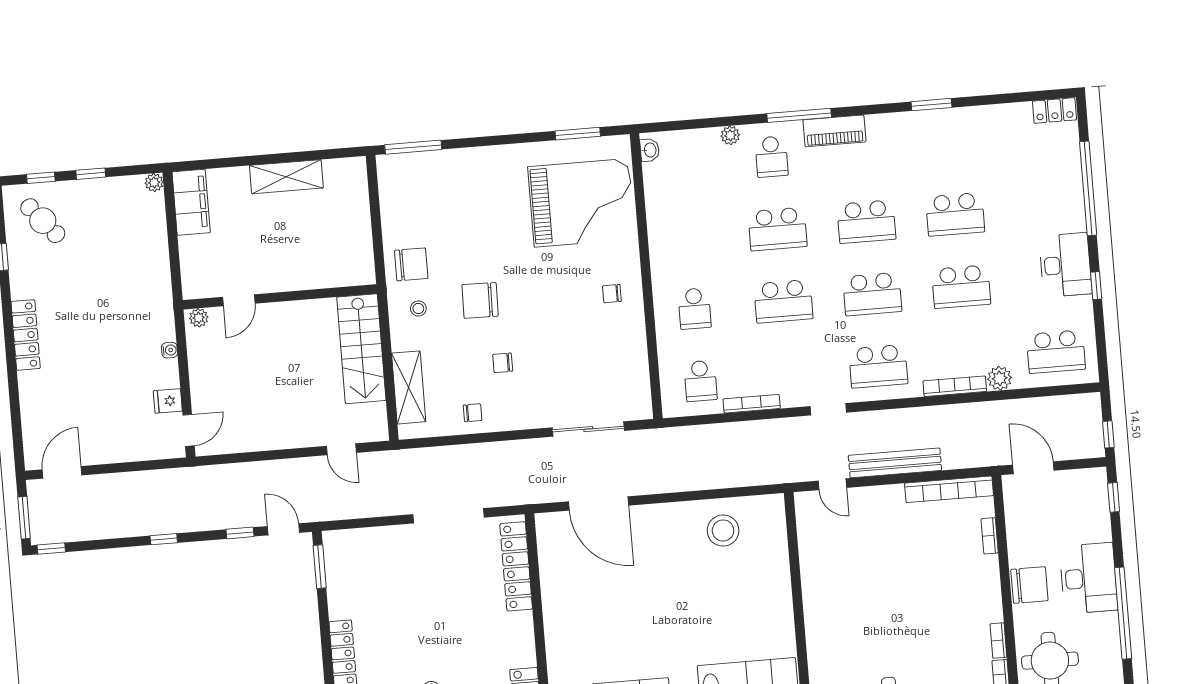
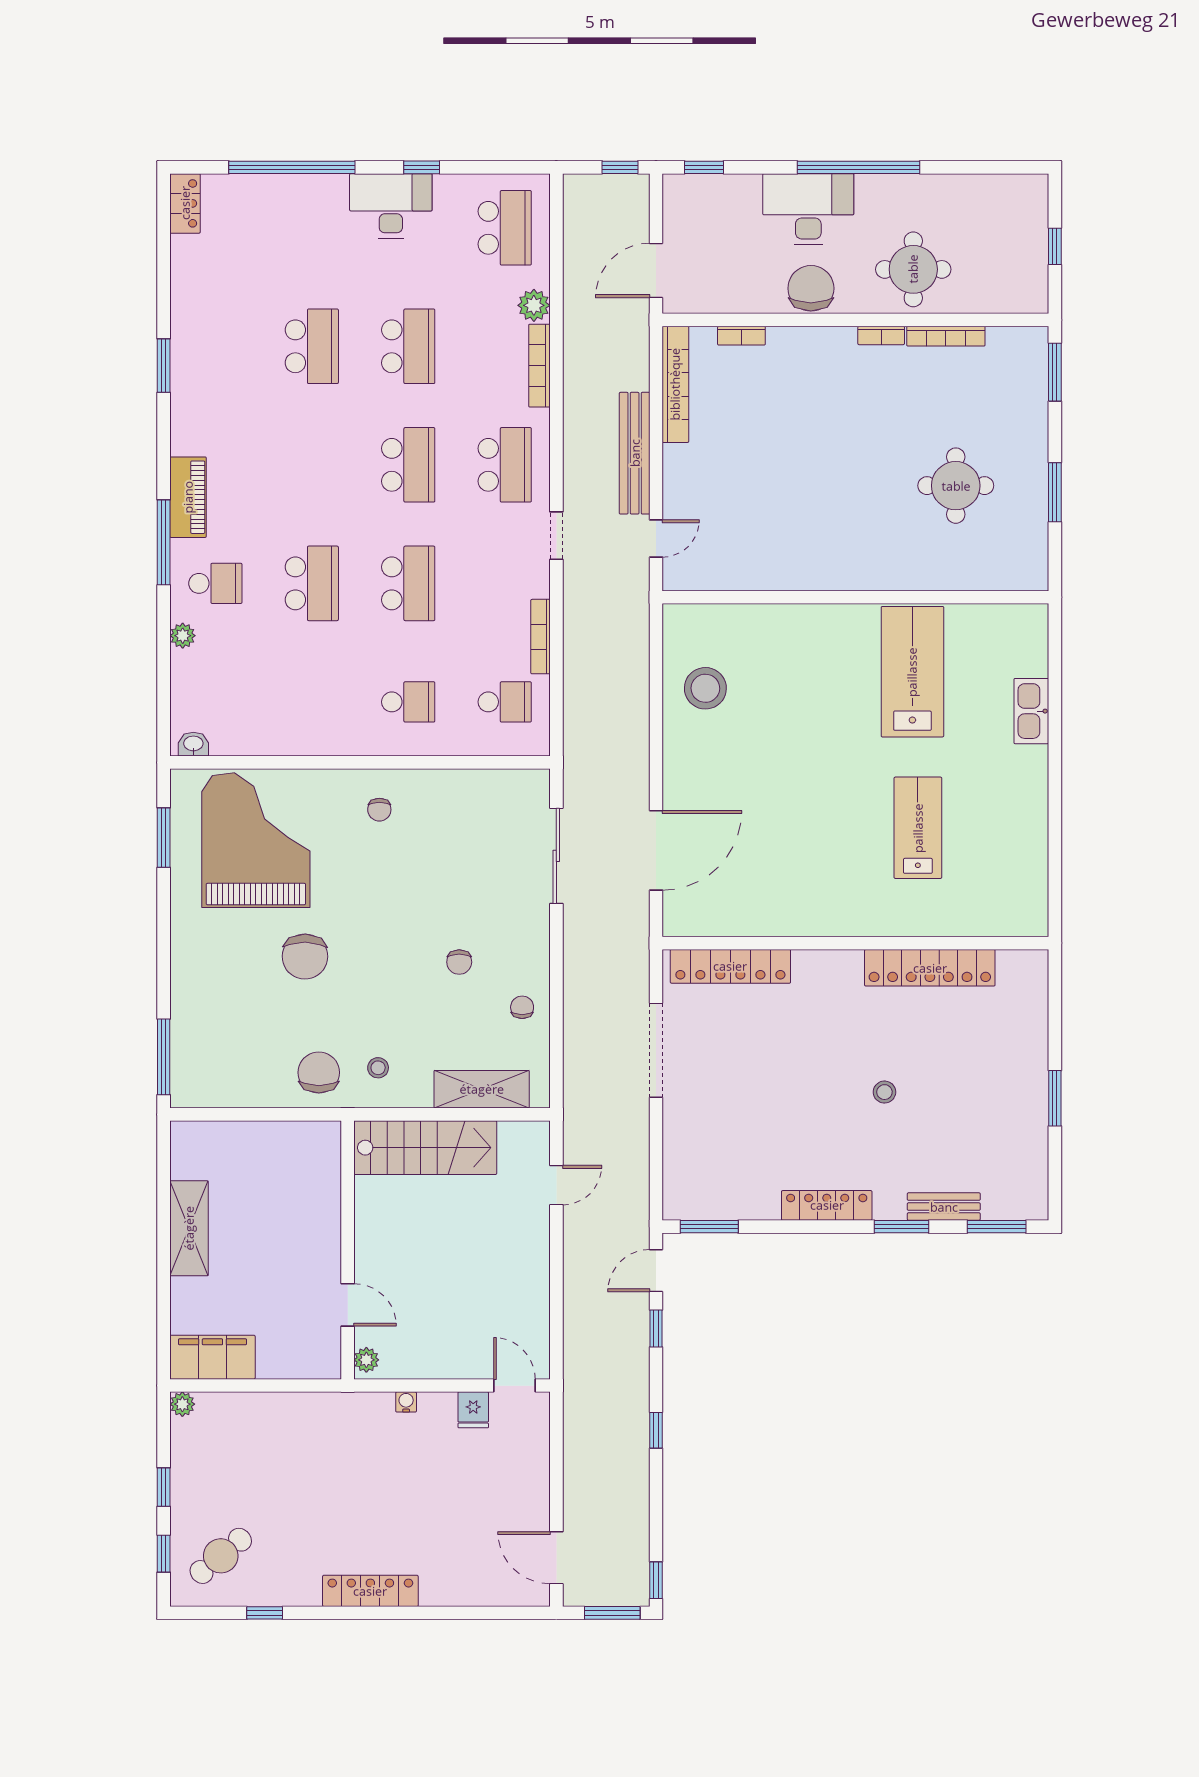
school desk: (866, 222) -> (312, 465), removed
chair: (480, 300) -> (305, 957), moved

